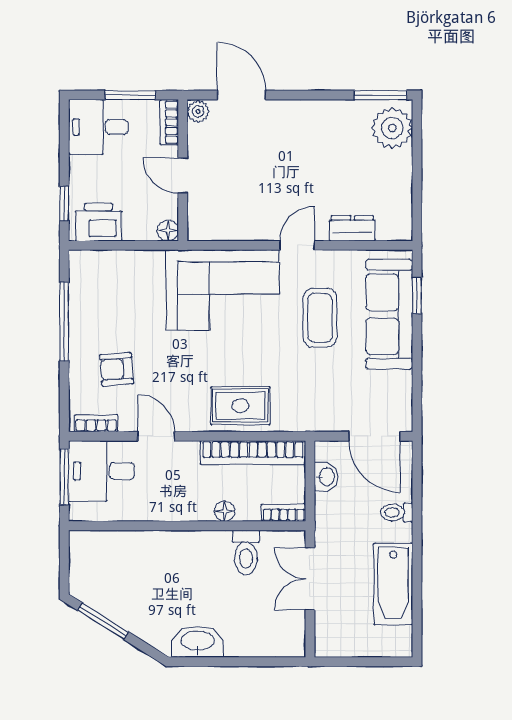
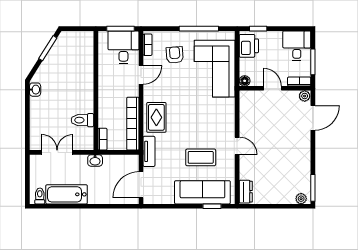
plant: (392, 128) -> (301, 199), width x0.53, depth x0.53
door: (183, 175) -> (272, 88), hinge flipped
dresser: (352, 228) -> (246, 192), moved
corner sofa: (223, 290) -> (215, 69), moved
tv unit: (308, 420) -> (149, 151), added
washbasin: (326, 477) -> (95, 160), moved
floor lamp: (225, 511) -> (103, 109), removed
toilet: (397, 513) -> (40, 196), moved
double door: (310, 579) -> (57, 152), moved
washbasin: (198, 642) -> (35, 90), width x0.52, depth x0.69

